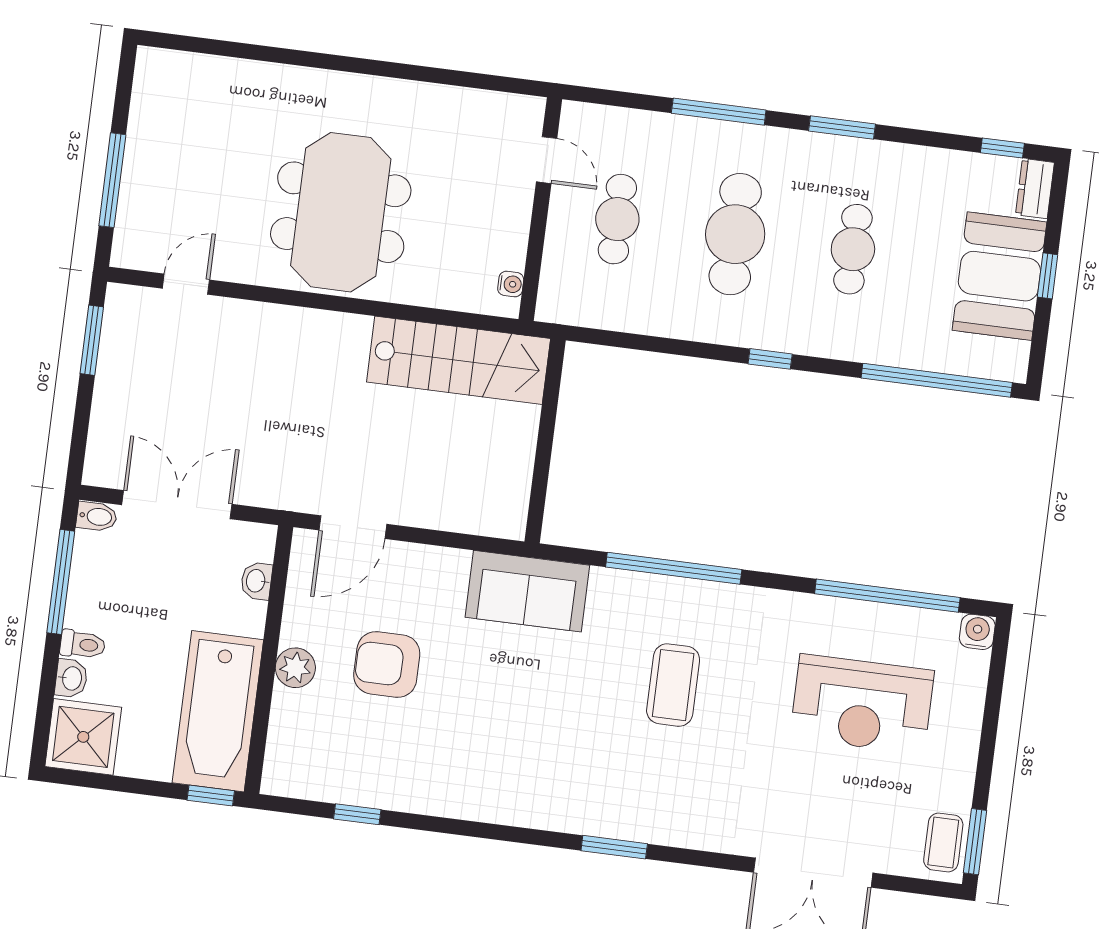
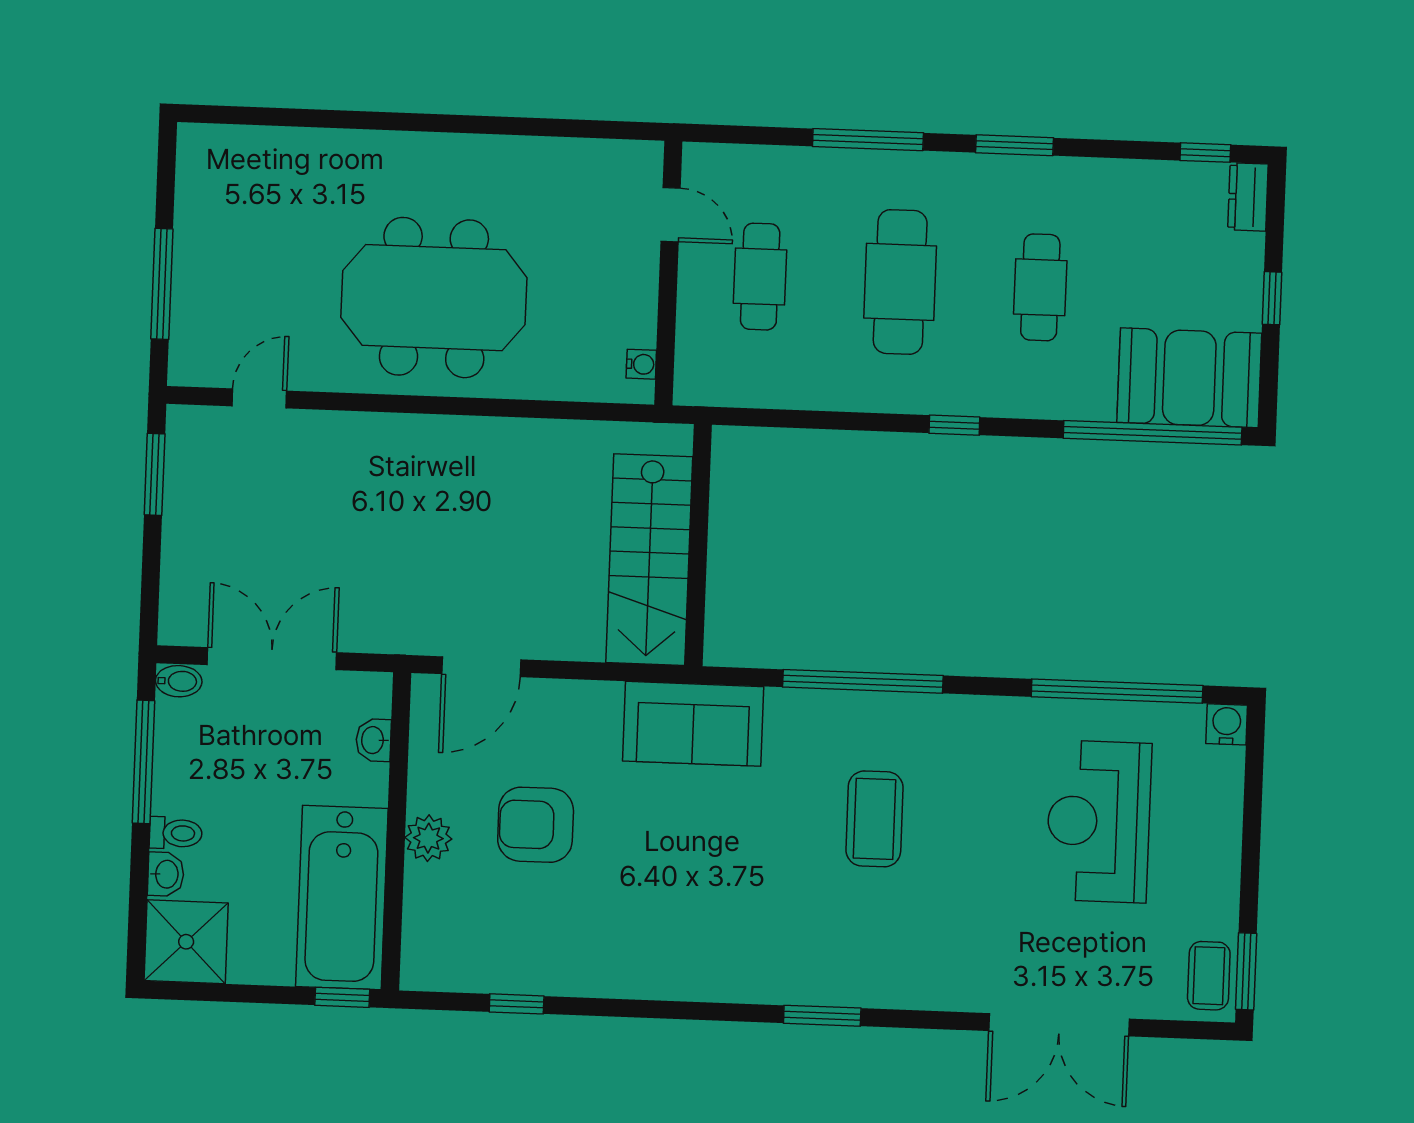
meeting table: (341, 212) -> (434, 298), turned 90
booth: (999, 276) -> (1189, 378), moved, turned 90
stairs: (459, 360) -> (649, 560), moved, turned 90
reception desk: (862, 704) -> (1099, 821), turned 90

